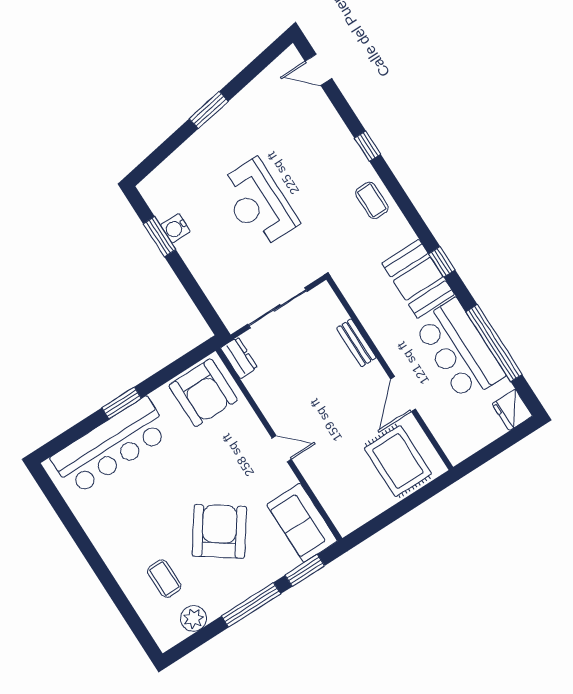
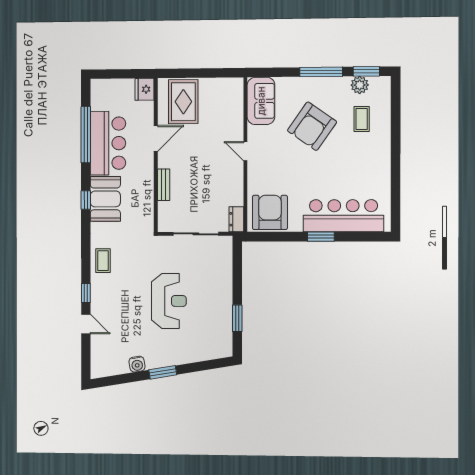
door: (319, 70) -> (86, 324), moved
water cooler: (175, 228) -> (137, 364), moved, turned 80
fridge: (512, 410) -> (145, 89), moved, turned 180
window: (305, 570) -> (366, 71), moved

